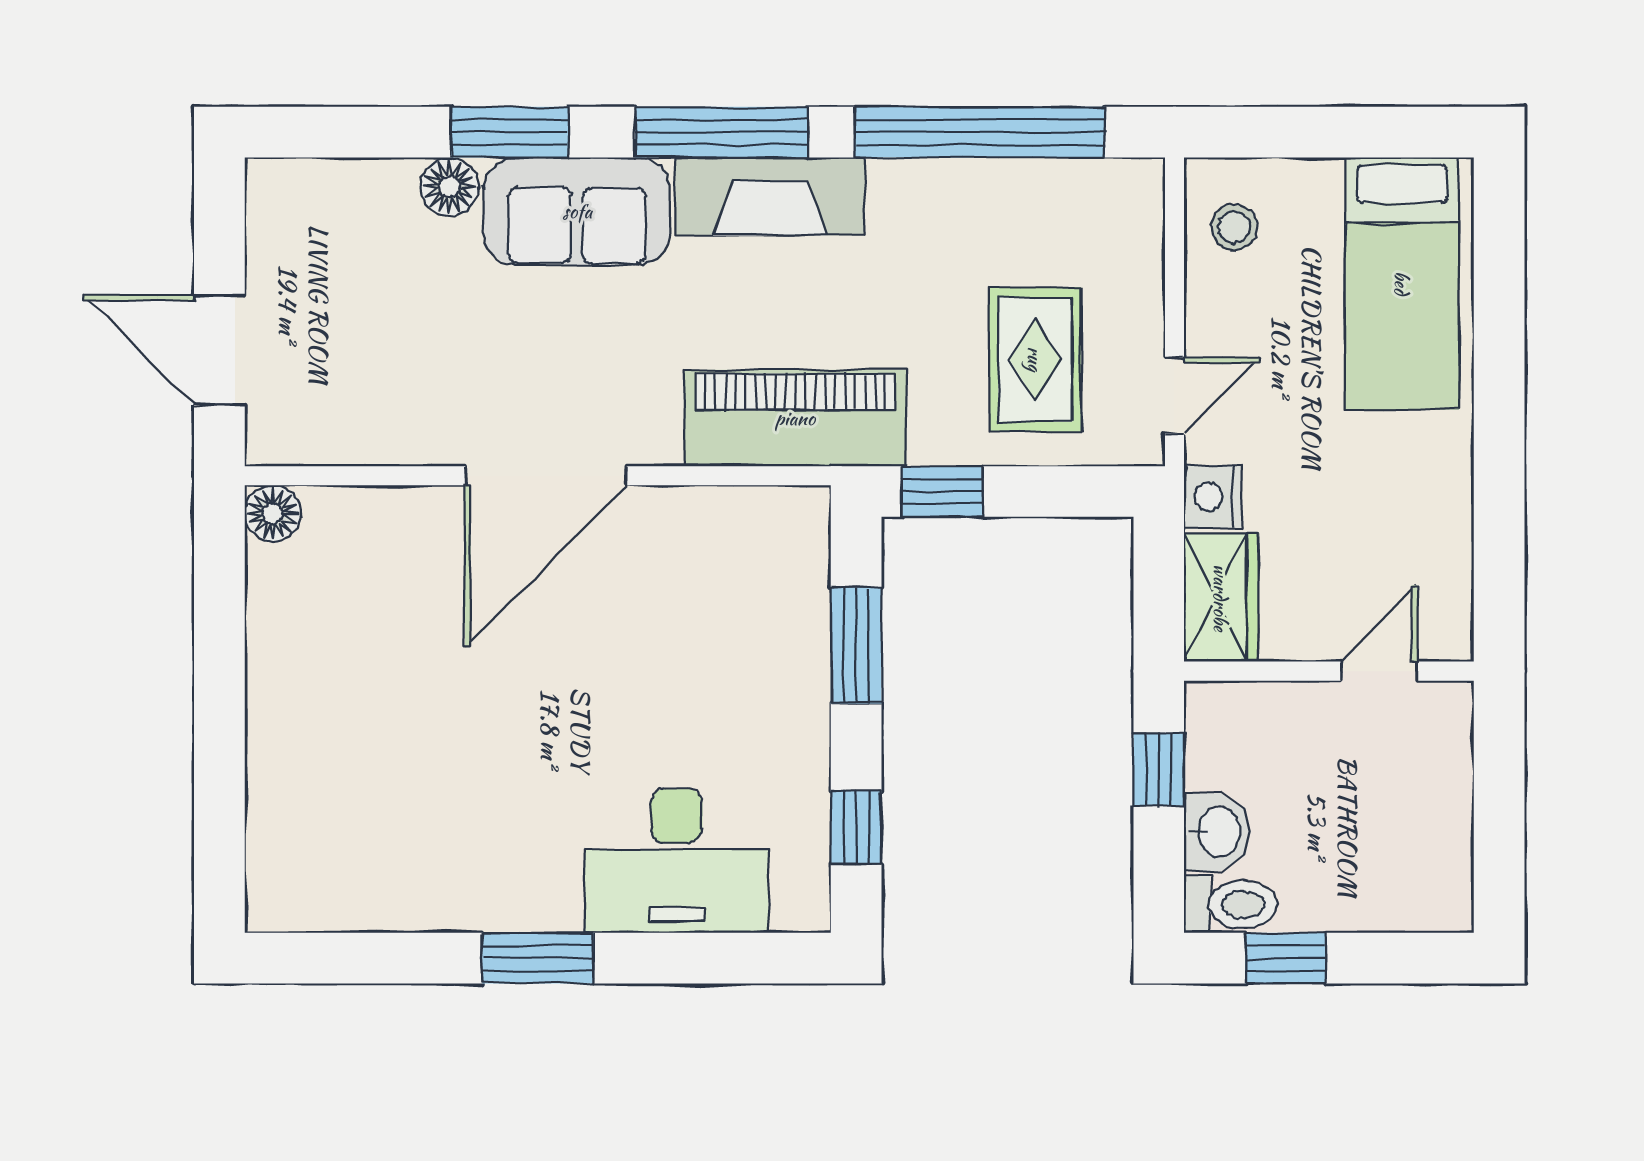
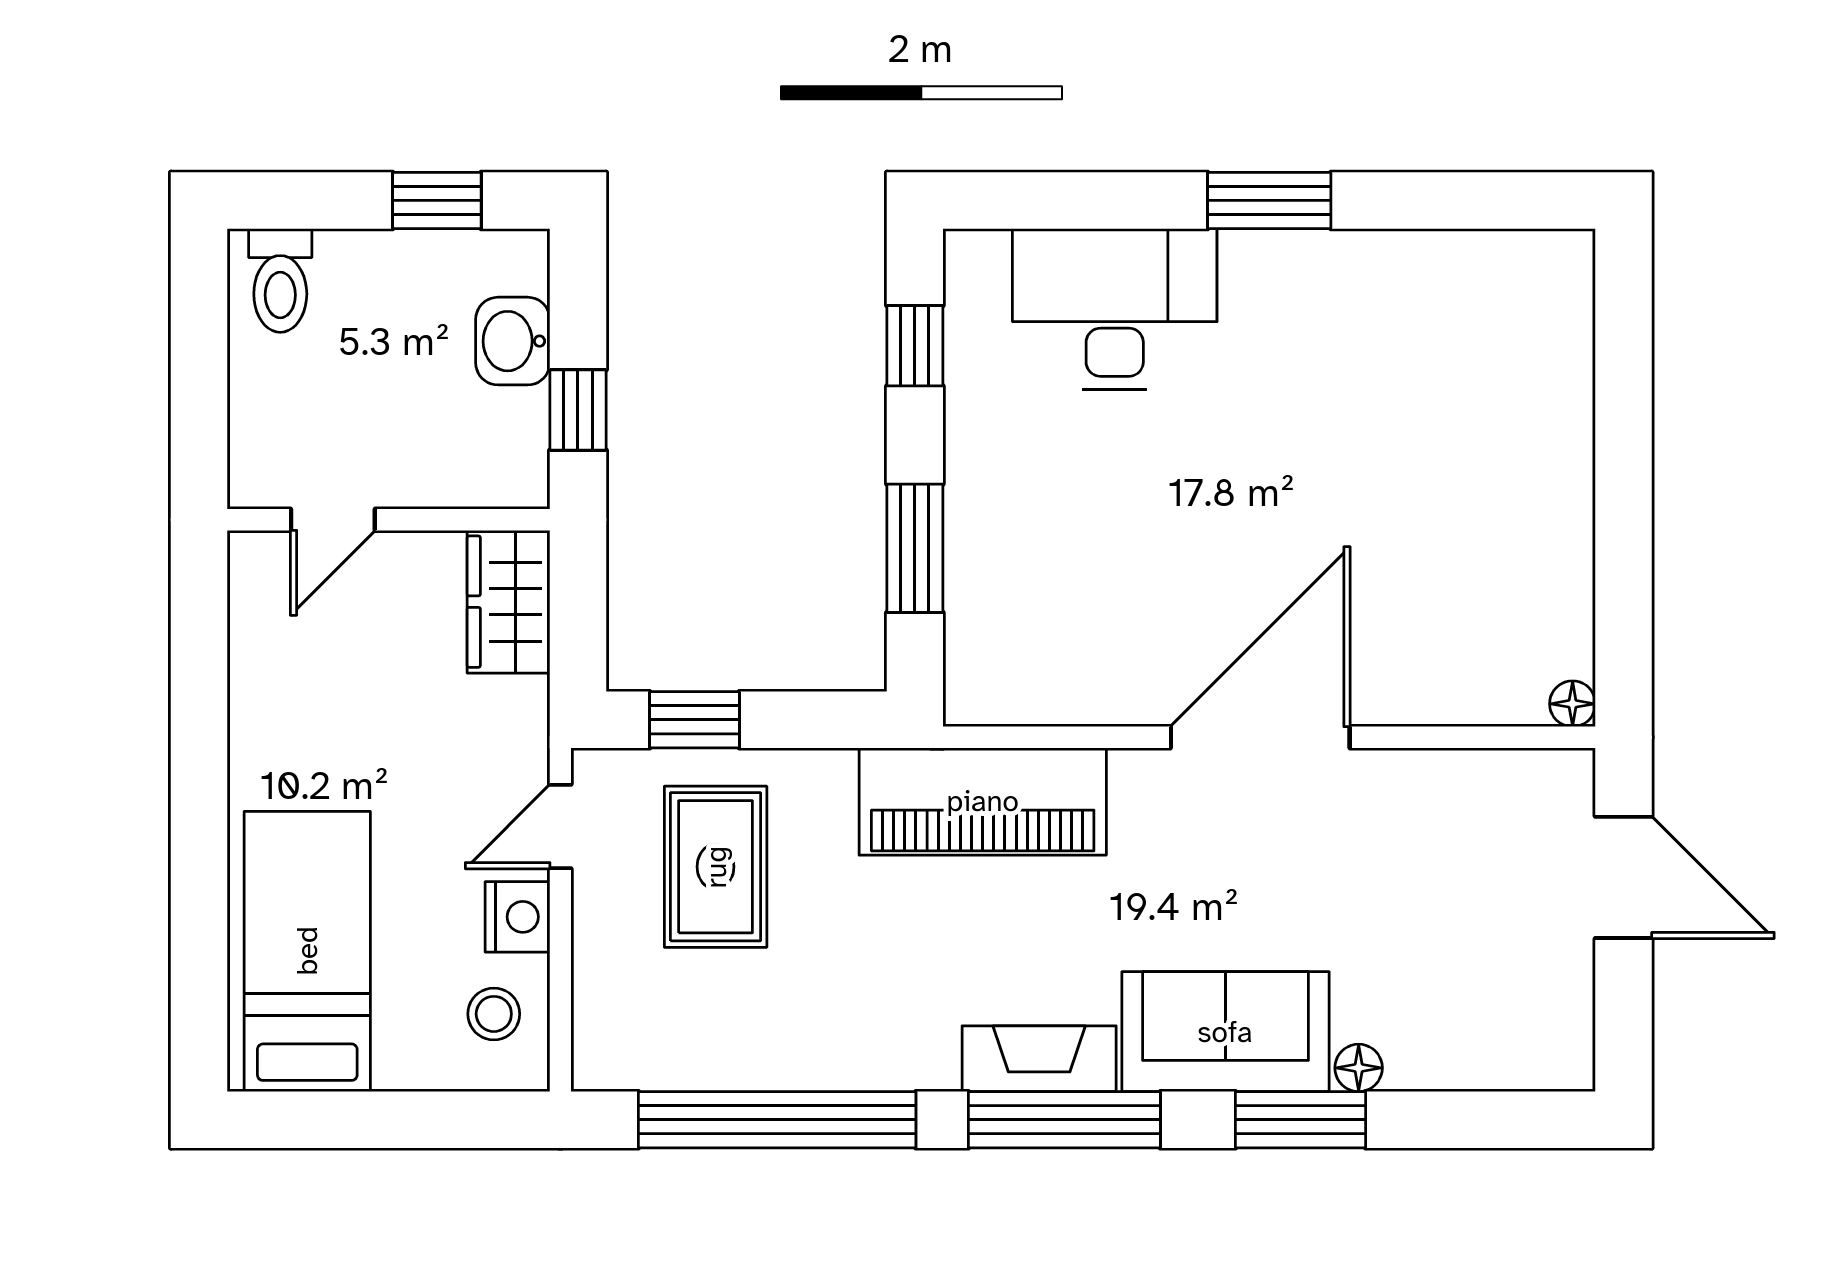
floor lamp: (450, 187) -> (1359, 1068), width x0.73, depth x0.73
fireplace: (770, 196) -> (1039, 1059), width x0.73, depth x0.76
window: (943, 492) -> (694, 720), moved
nightstand: (1213, 497) -> (518, 917), moved
floor lamp: (273, 514) -> (1573, 704), width x0.73, depth x0.73
toilet: (1231, 904) -> (280, 280), moved, turned -90

